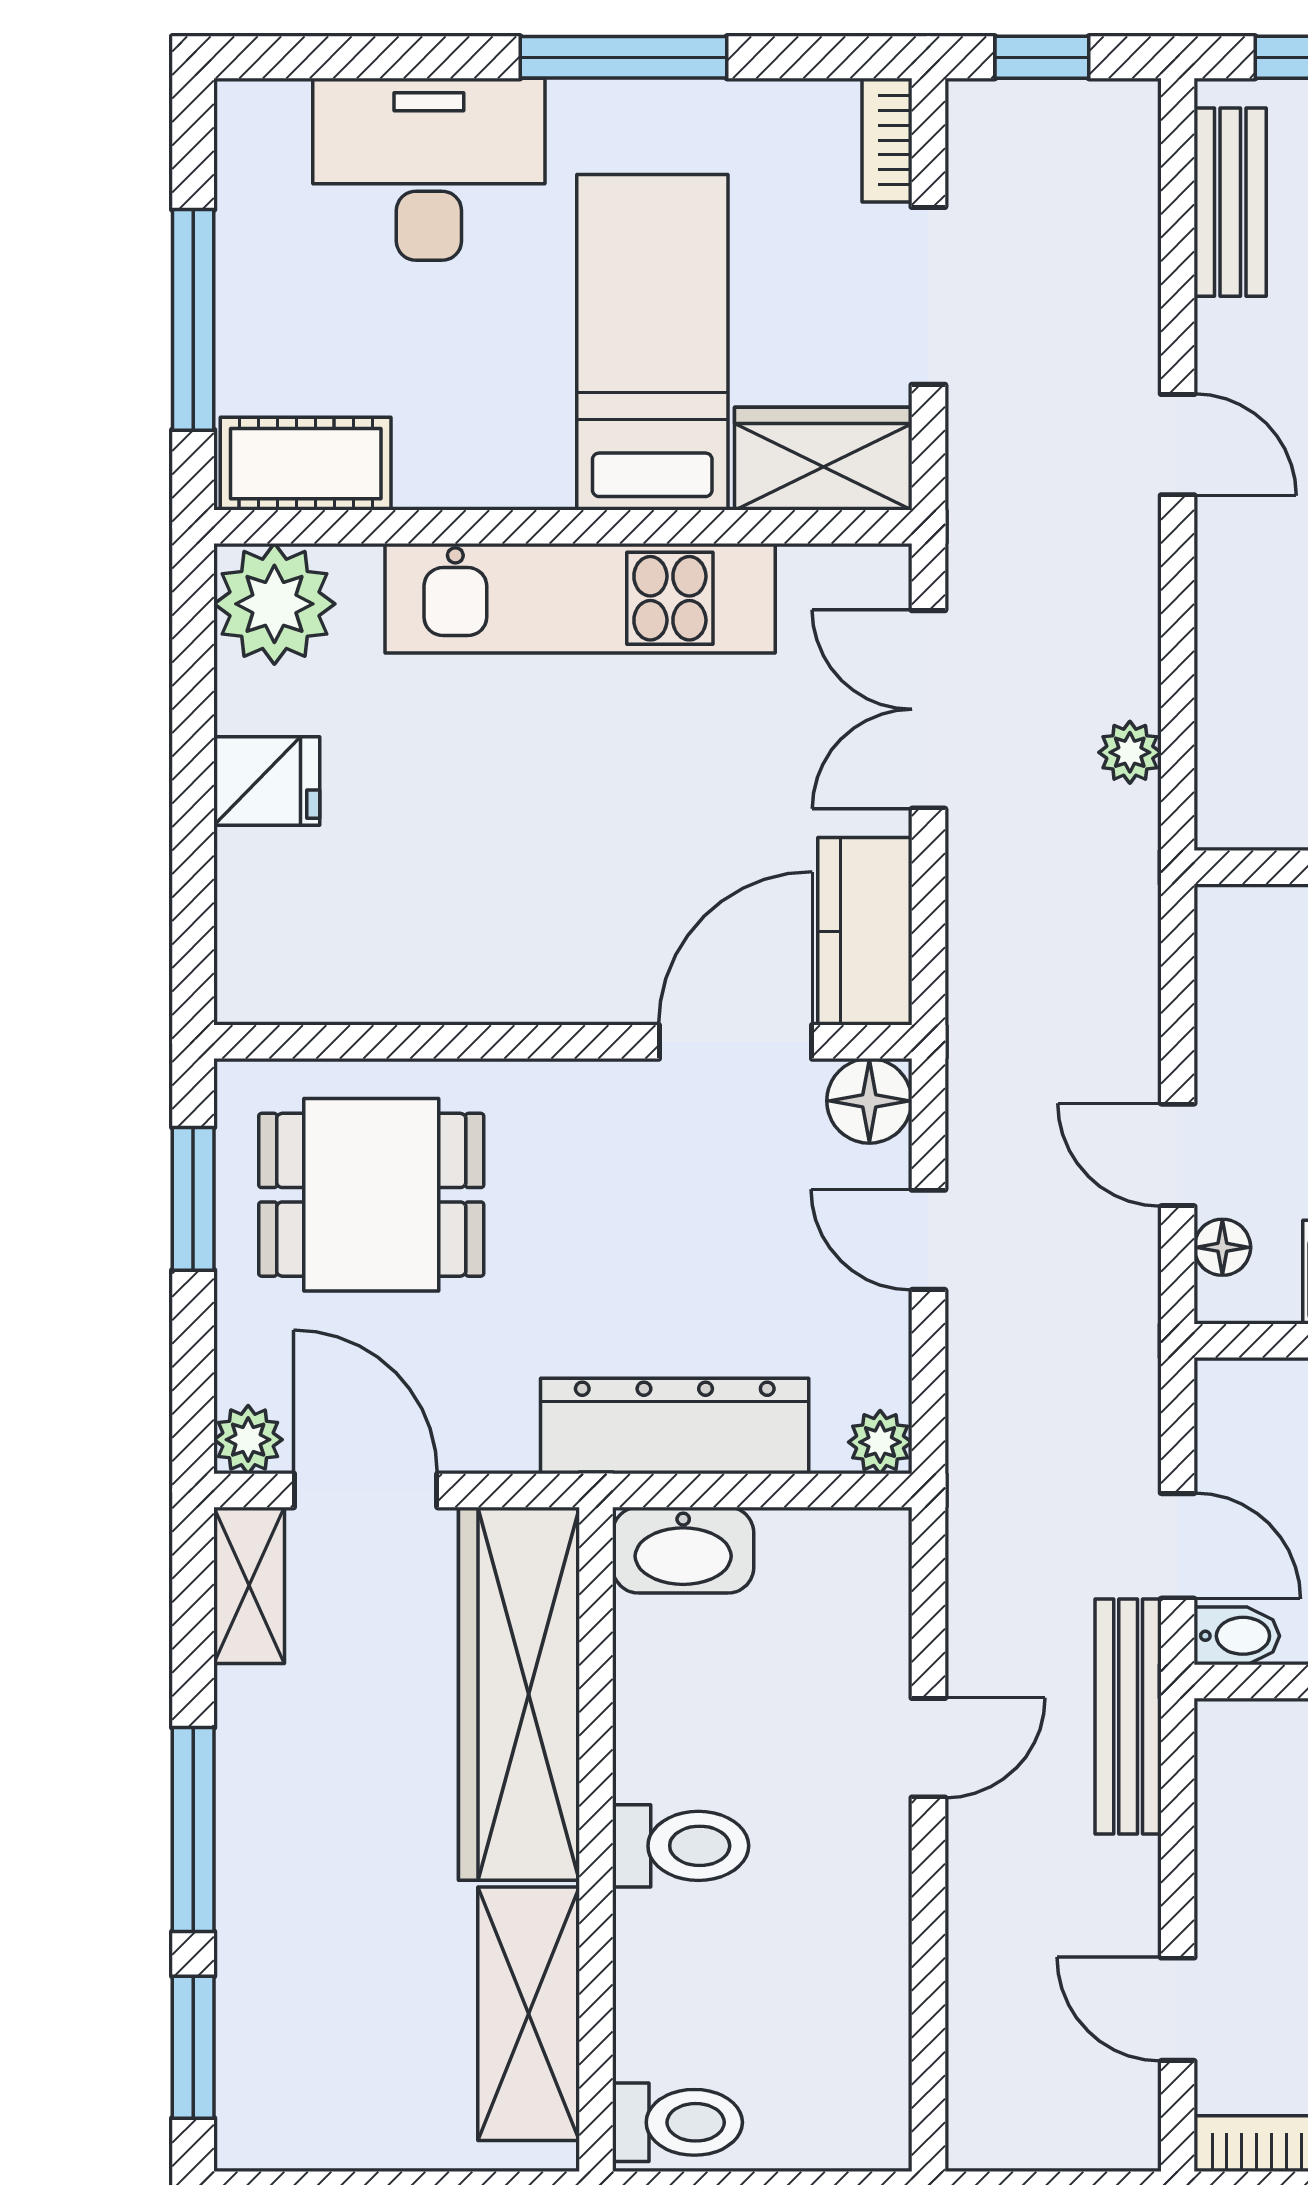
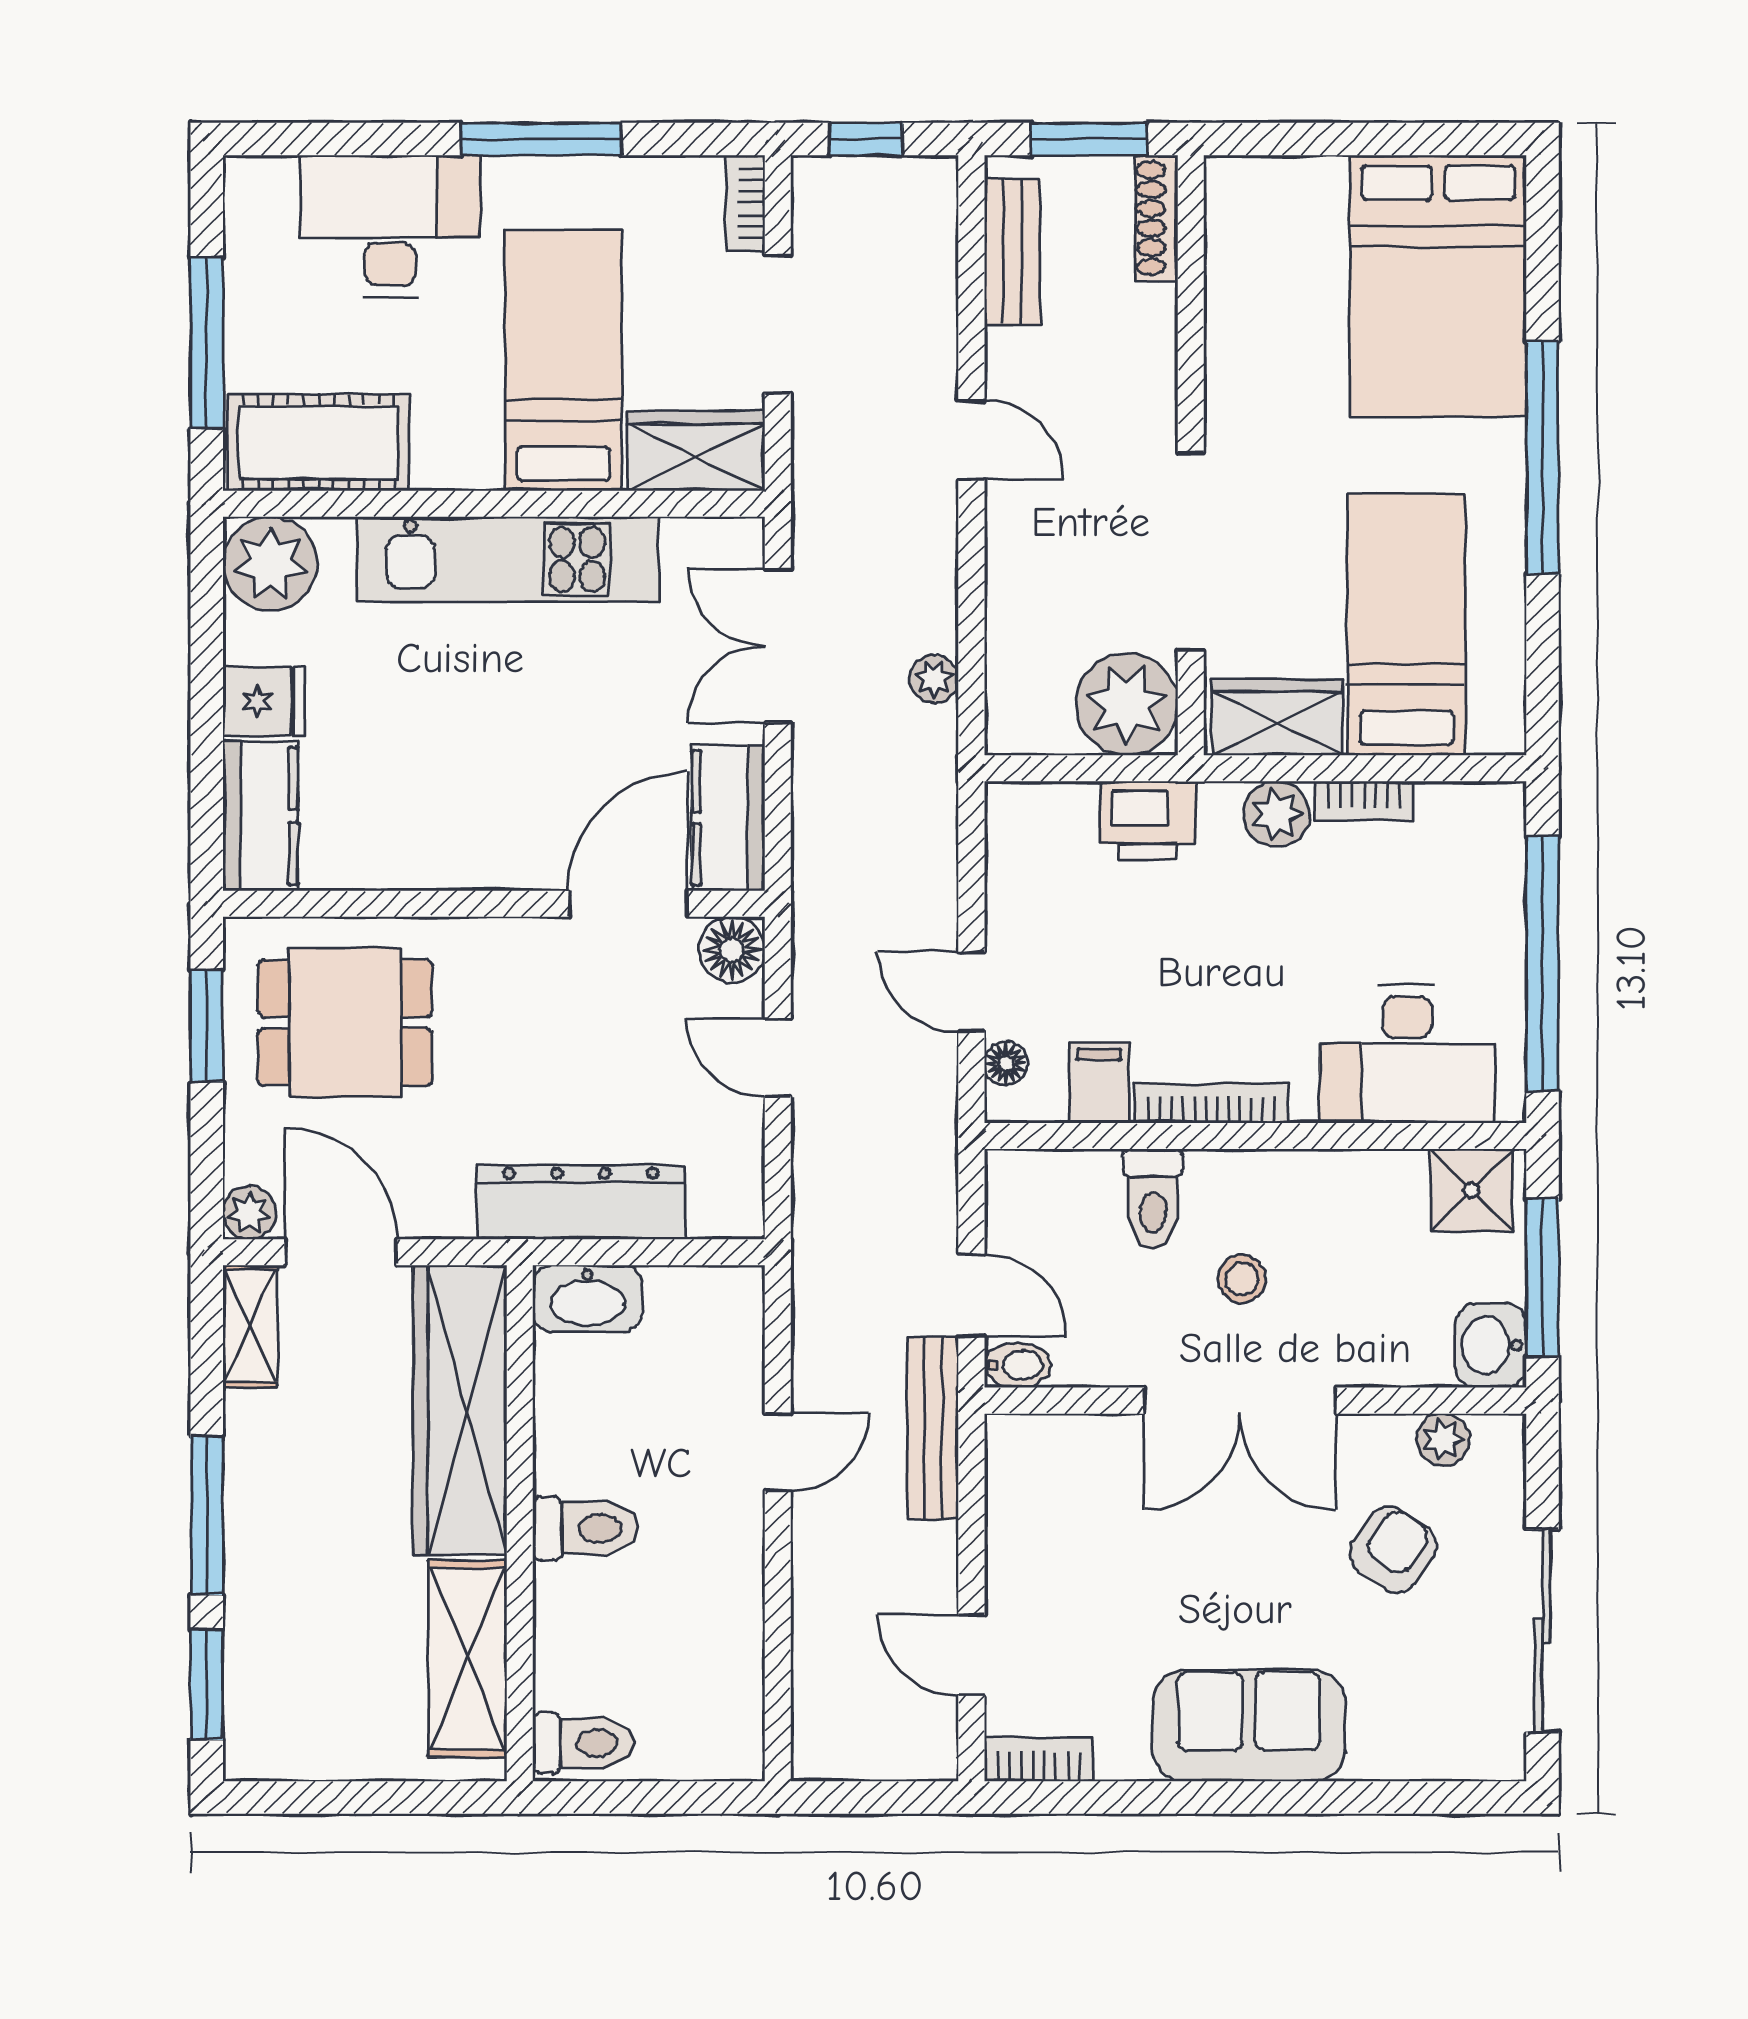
cot: (306, 464) -> (319, 443), width x1.37, depth x1.34
kitchen counter: (262, 929) -> (260, 816), added
plant: (880, 1442) -> (740, 1215), removed

